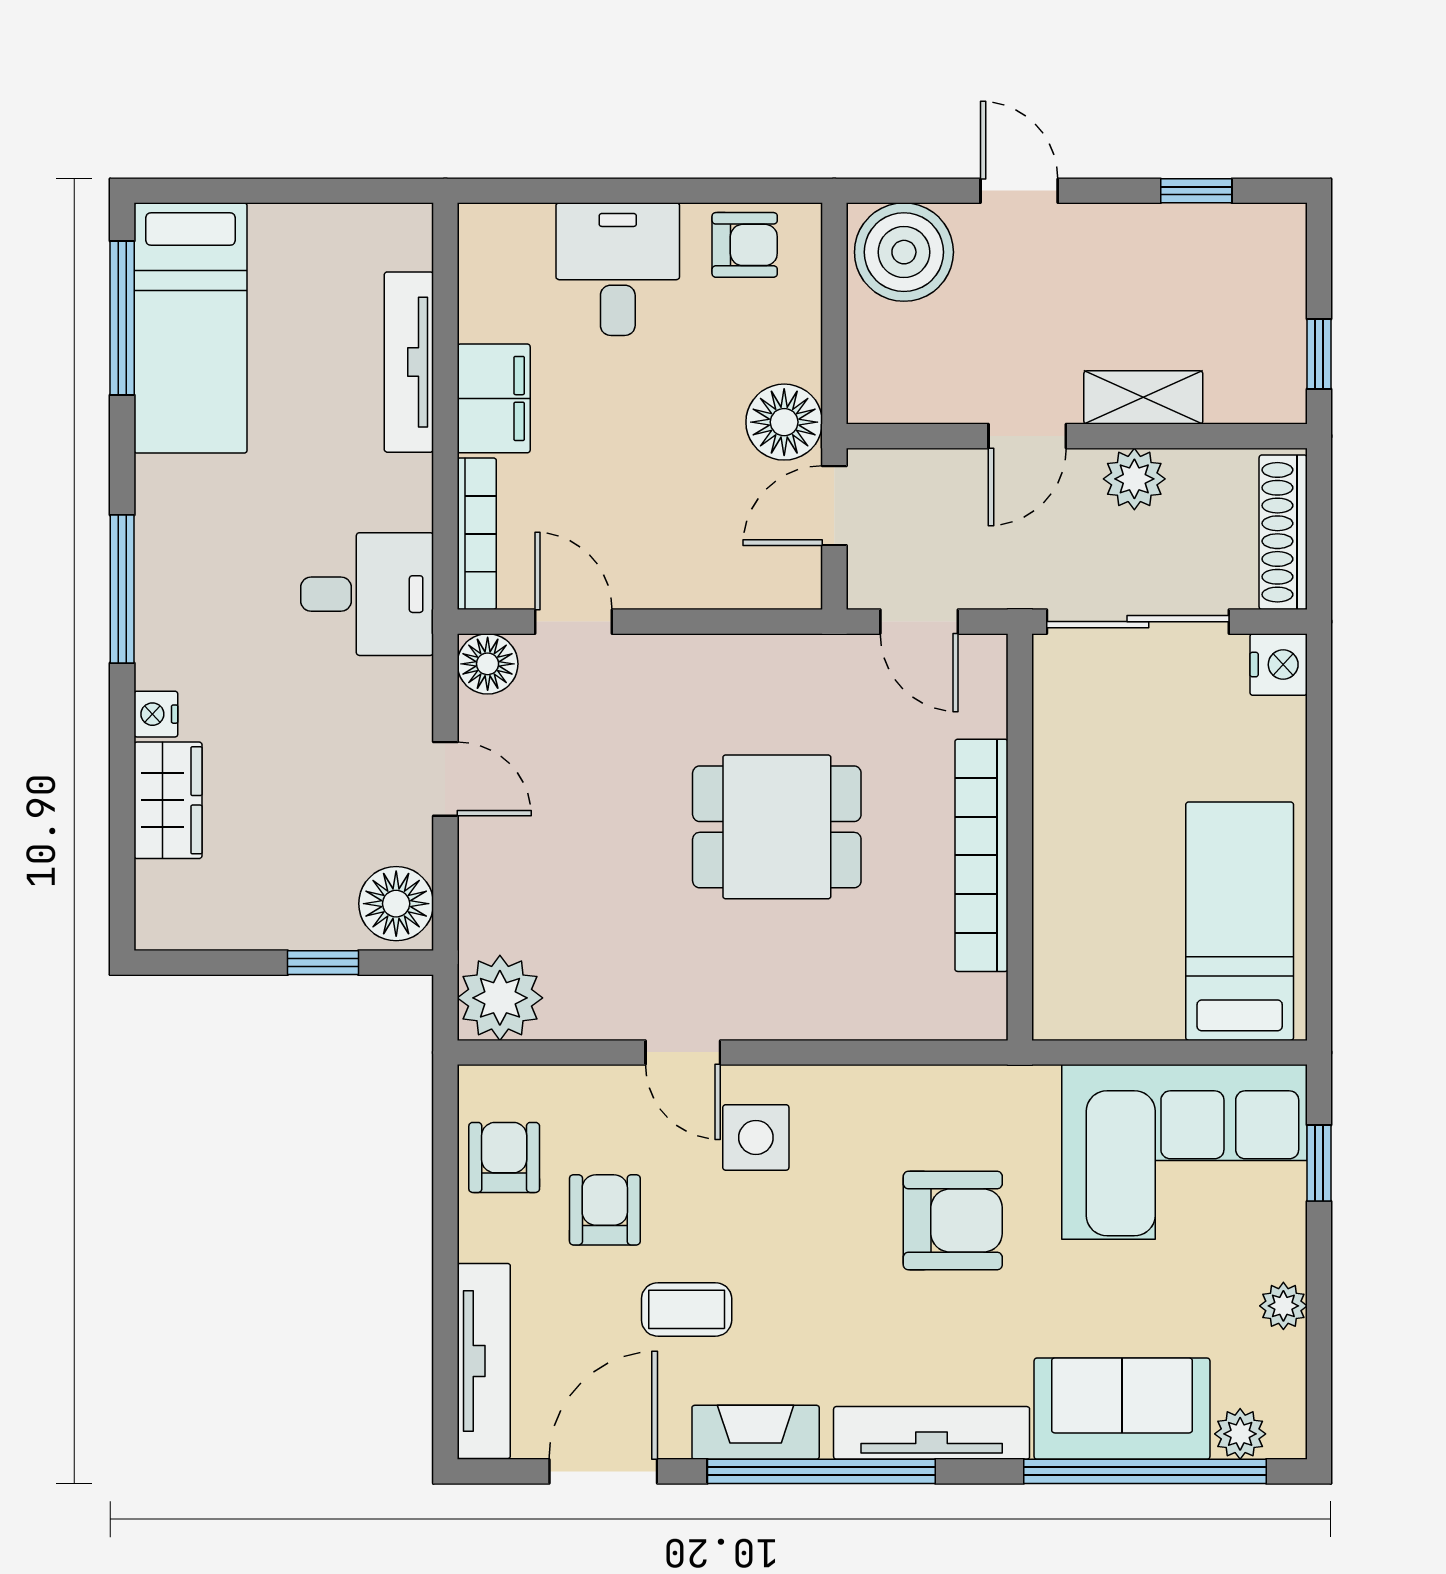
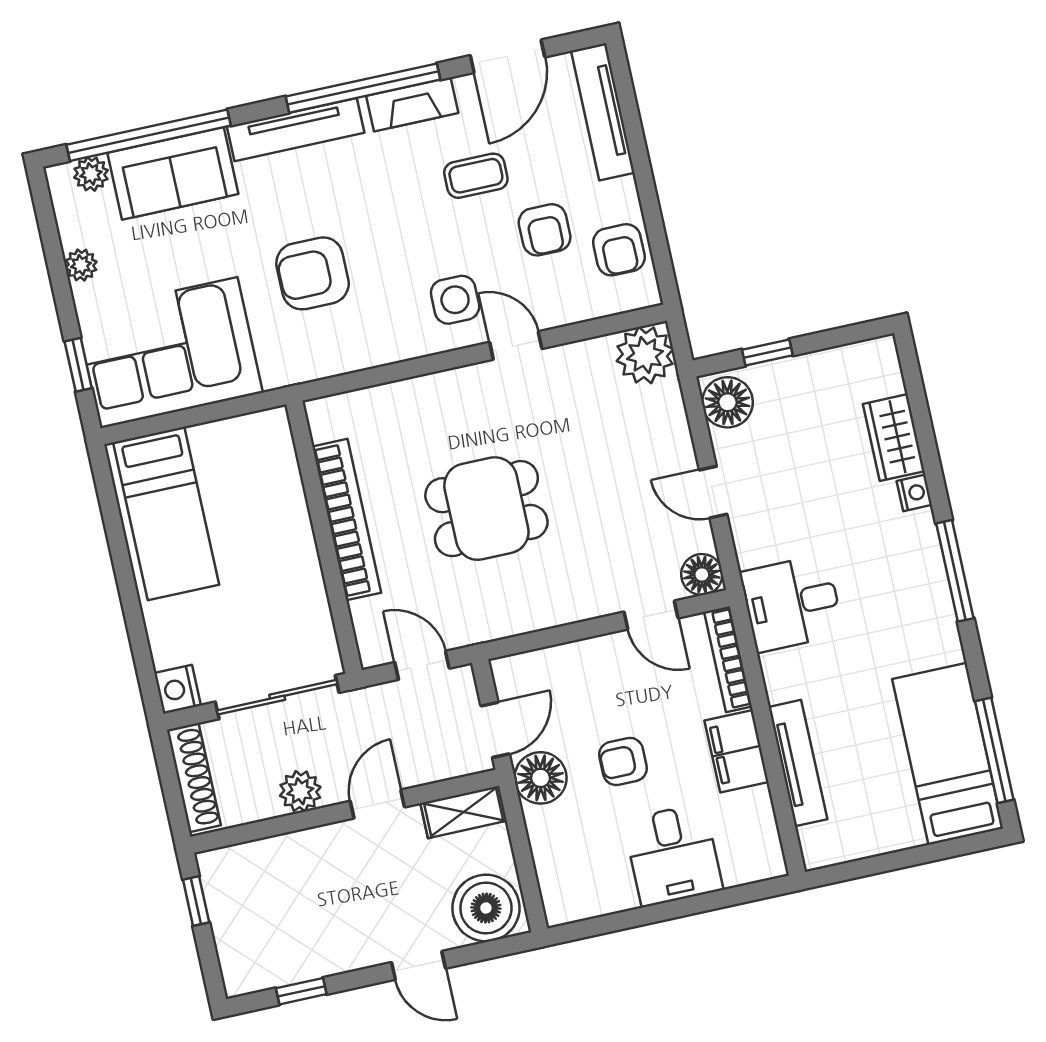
armchair: (745, 245) -> (623, 761), moved
shelving: (1143, 397) -> (464, 812), moved

